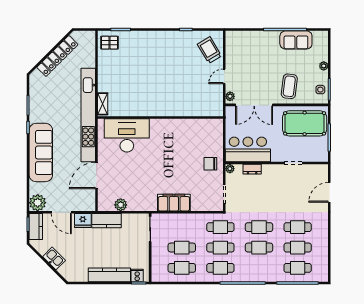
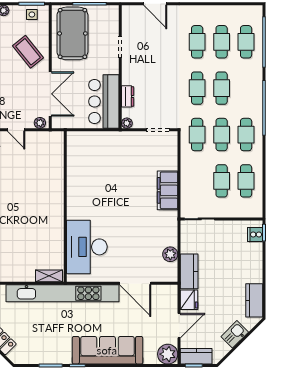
coffee table: (289, 86) -> (28, 52), turned 44
chair: (210, 164) -> (121, 147), removed
kitchen counter: (109, 275) -> (254, 300), moved, width x0.67

